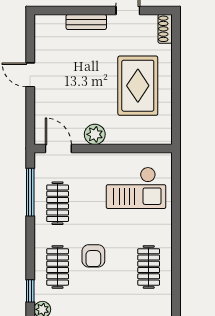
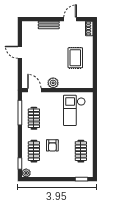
rug: (138, 86) -> (75, 58), width x0.73, depth x0.70
checkout: (136, 188) -> (74, 110), turned 90

